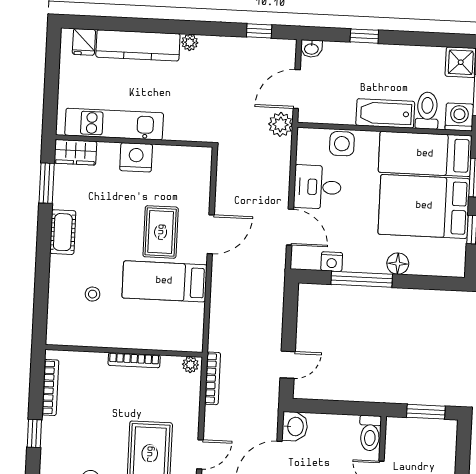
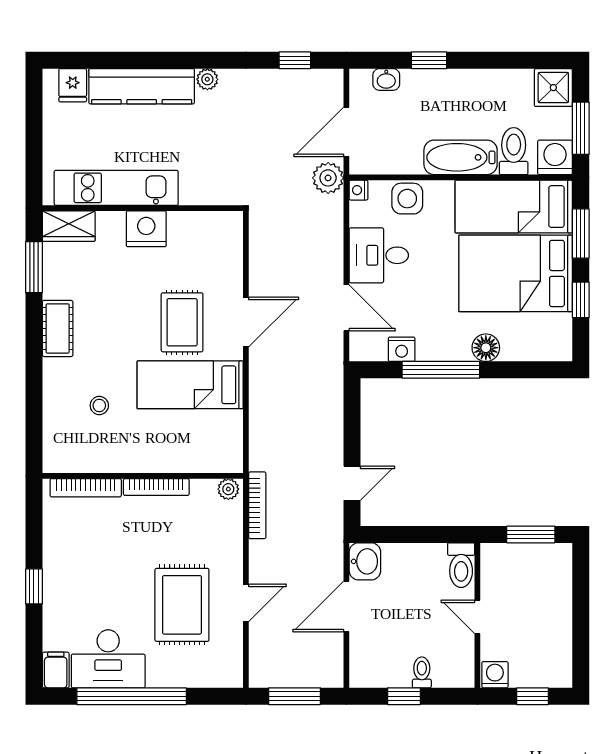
washbasin: (311, 49) -> (386, 79), moved
nightstand: (304, 135) -> (359, 190), added
bookcase: (50, 387) -> (86, 488), moved, turned 90

